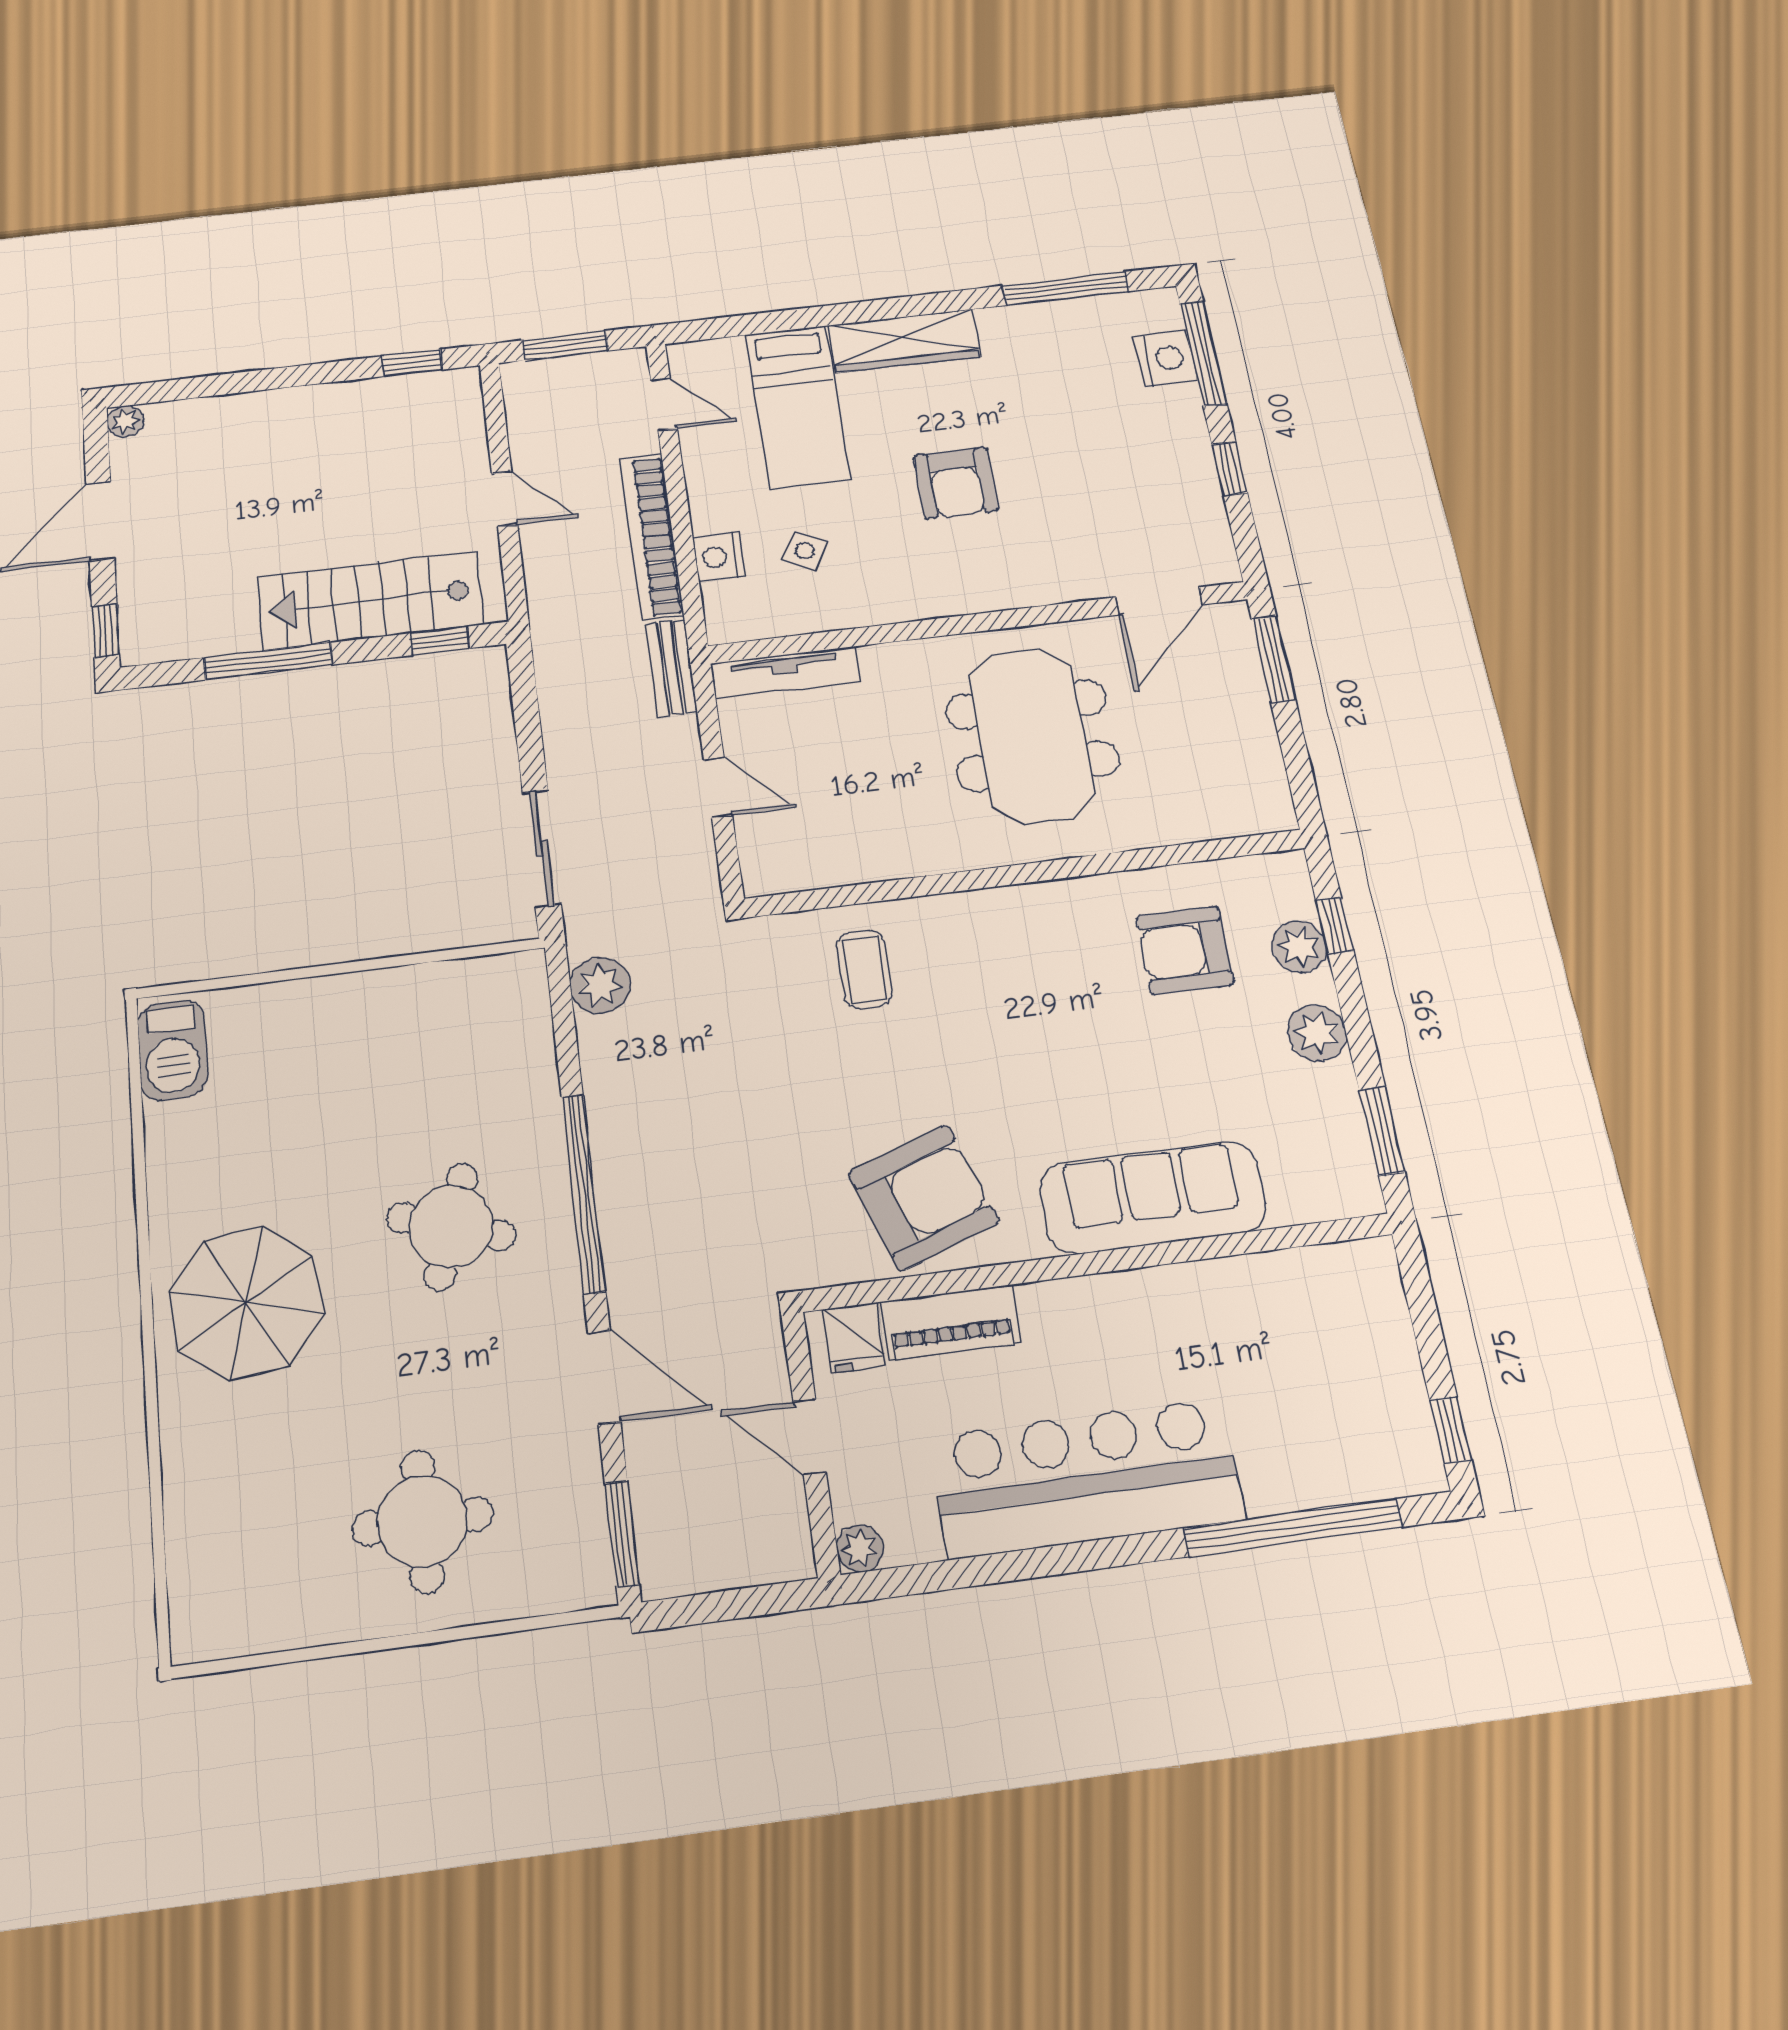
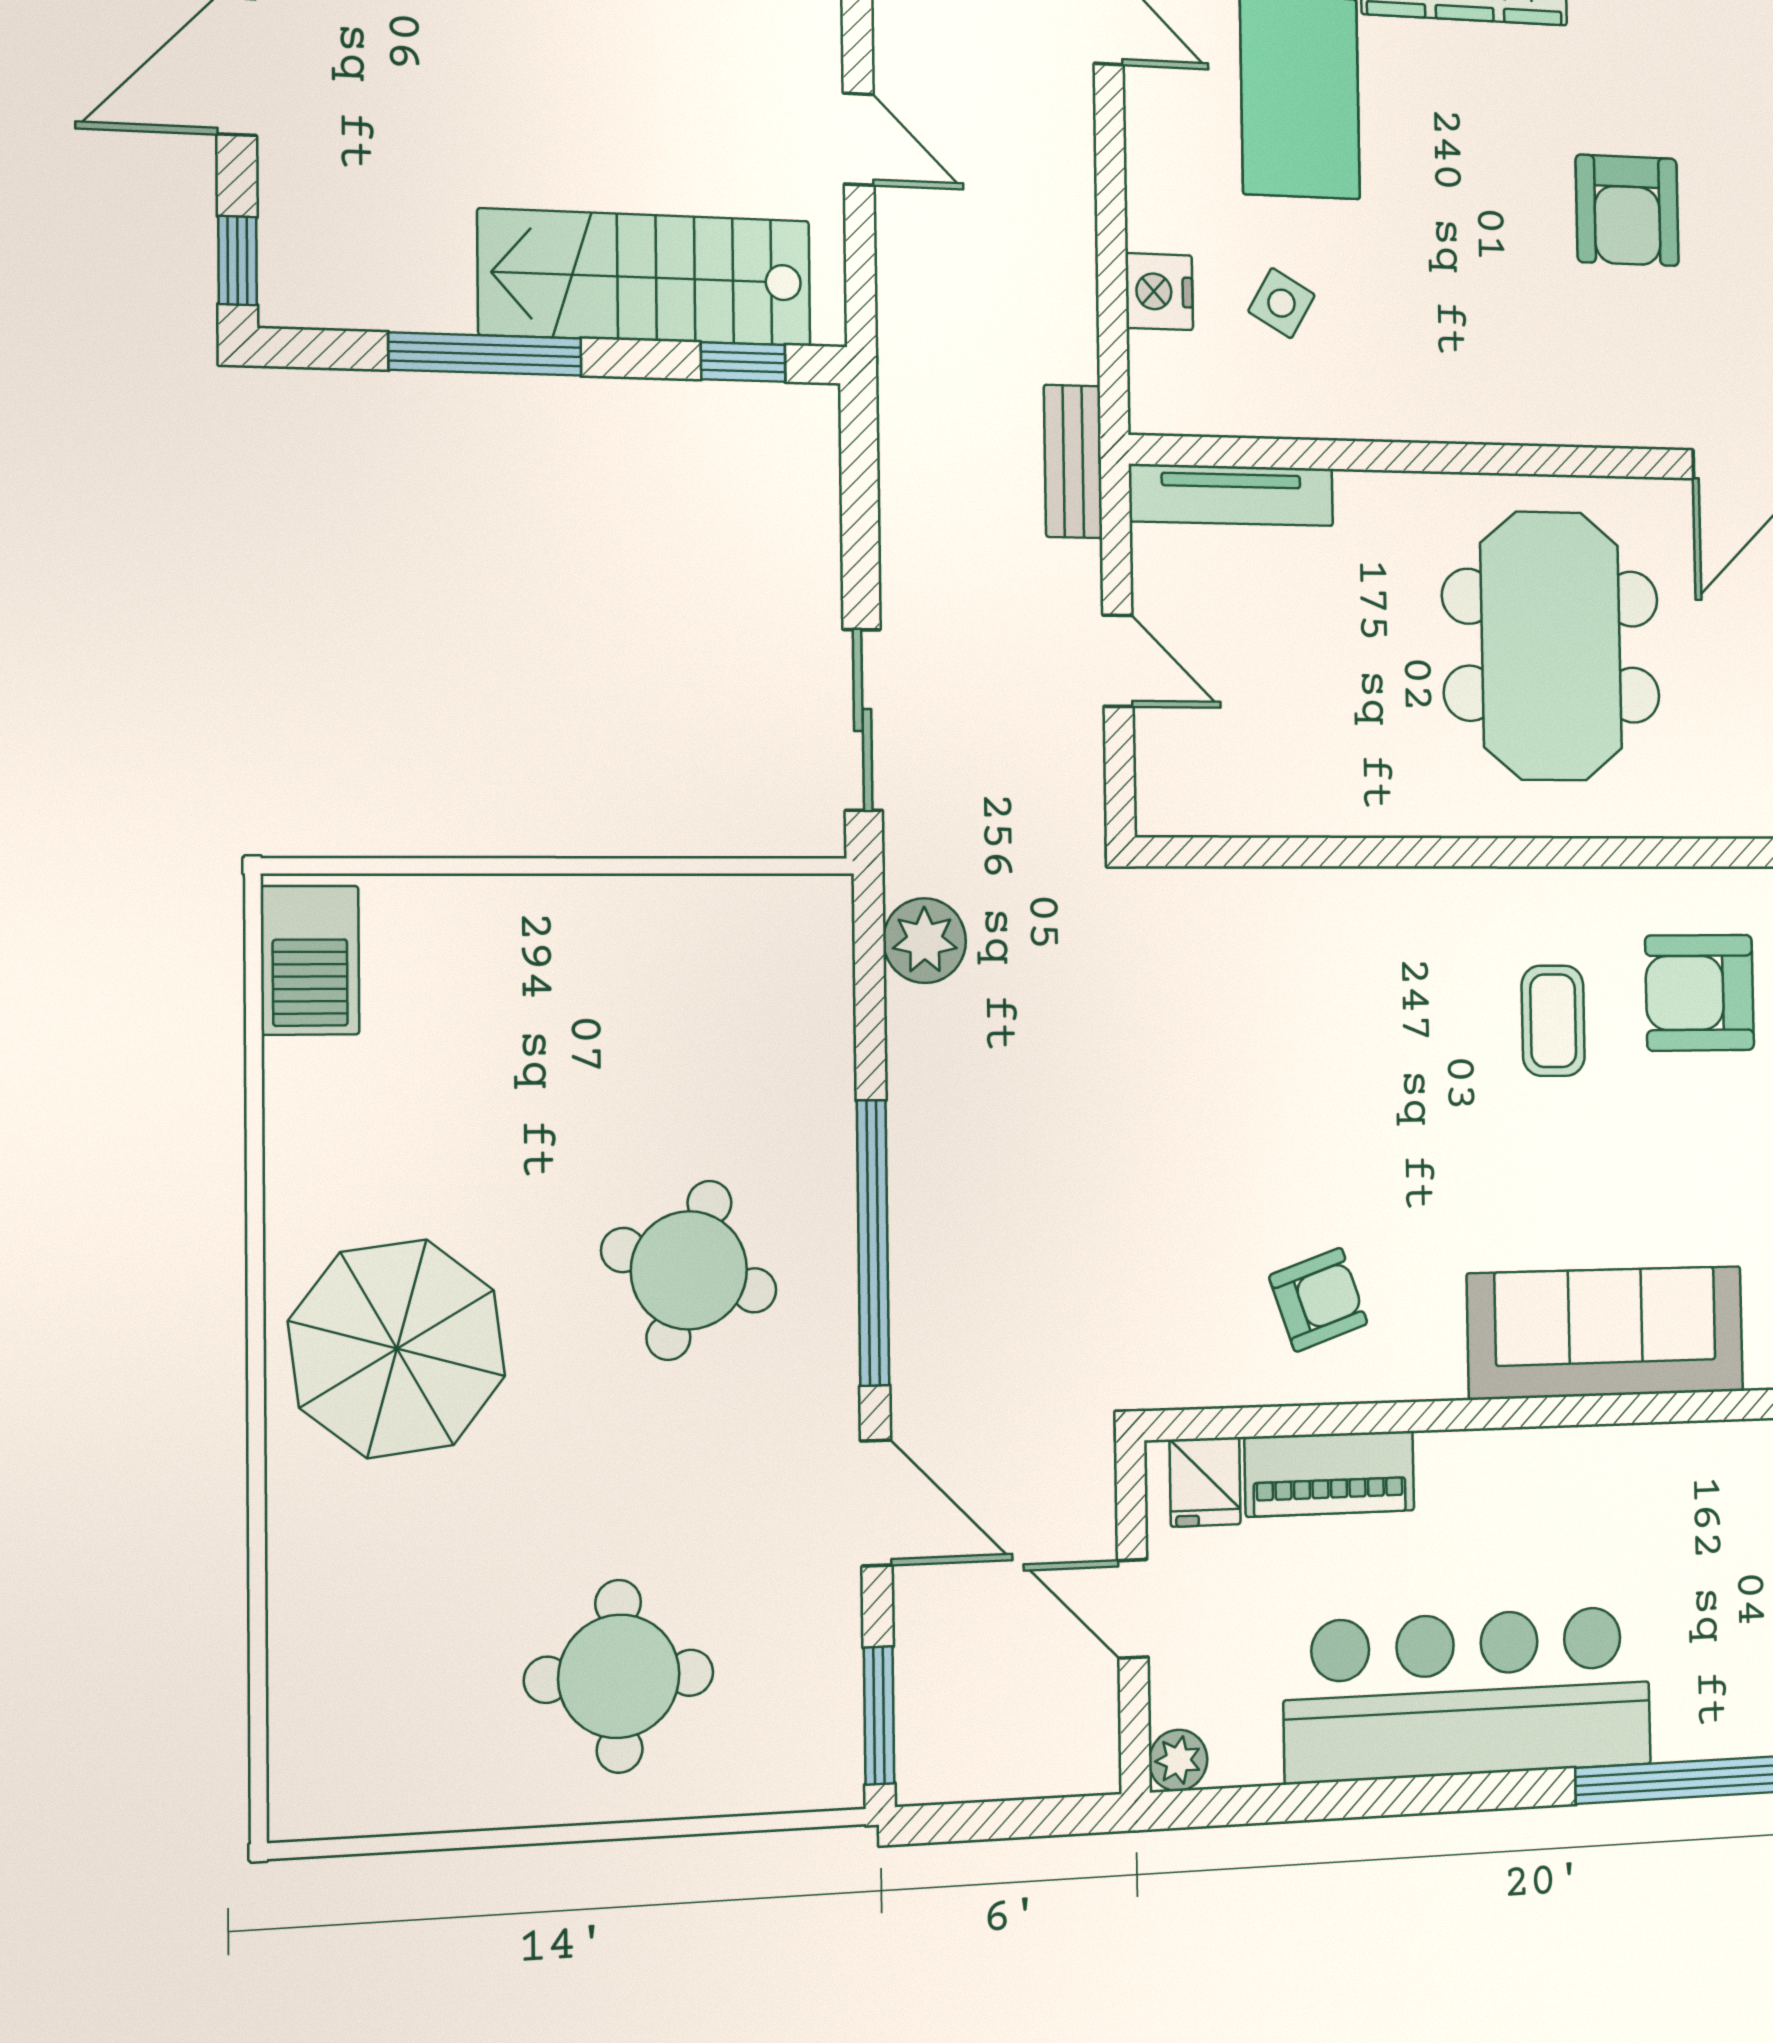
armchair: (956, 483) -> (1627, 210), moved
bookcase: (652, 536) -> (1067, 241), removed
coffee table: (864, 969) -> (1553, 1021), moved
armchair: (923, 1198) -> (1318, 1300), width x0.53, depth x0.53

